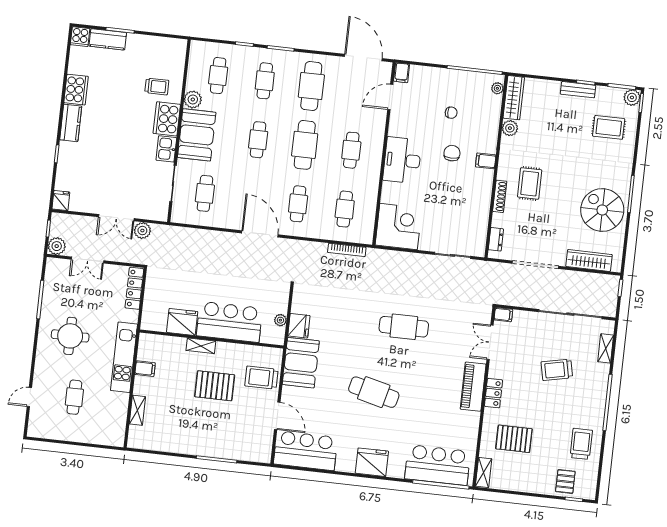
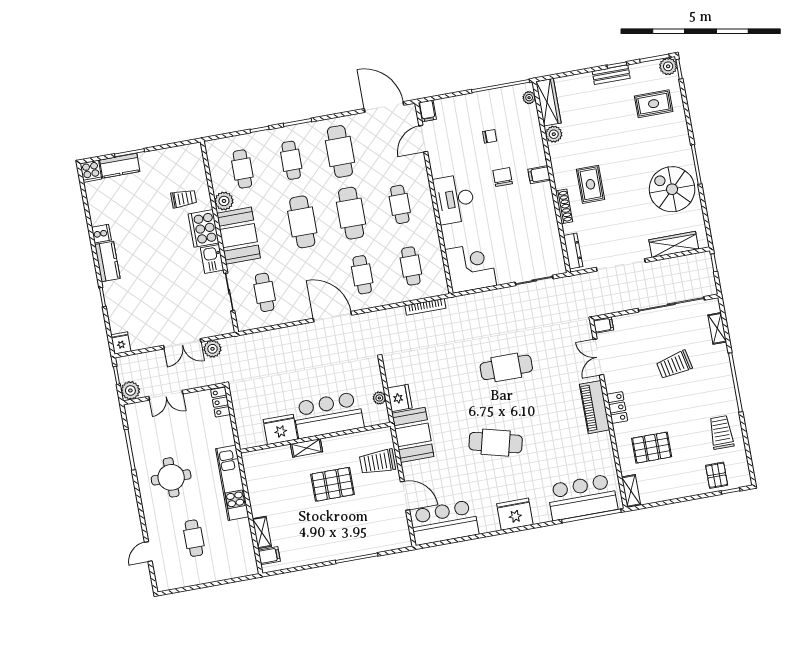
cooker: (76, 90) -> (101, 234), width x0.53, depth x0.76
cafe table: (258, 140) -> (302, 222), width x1.37, depth x1.35
dresser: (496, 239) -> (573, 251), width x1.44
locker: (134, 288) -> (220, 402), width x0.66
filing cabinet: (145, 369) -> (269, 556), moved

